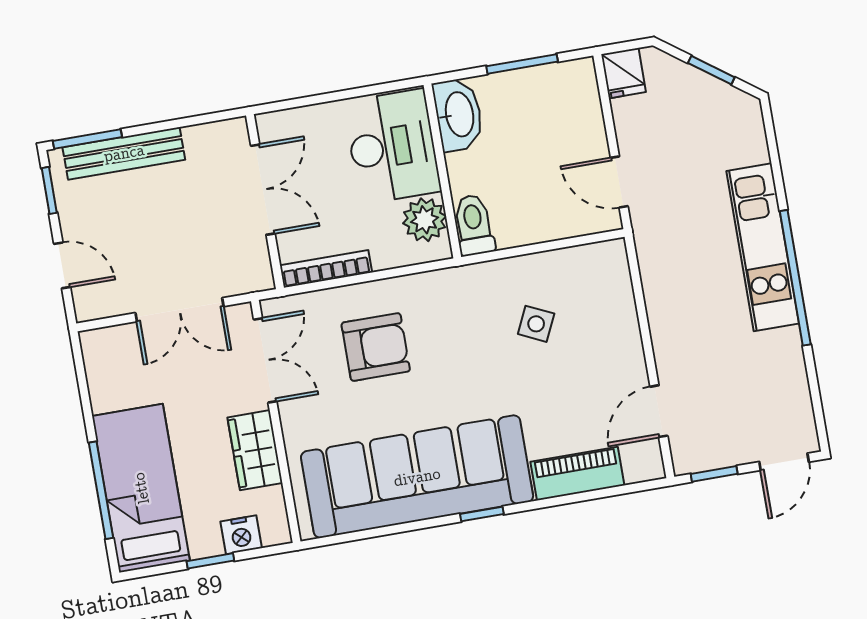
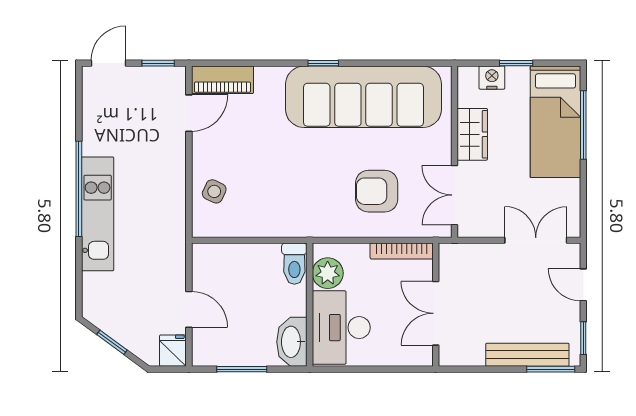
door: (619, 182) -> (189, 309), moved
double door: (179, 310) -> (536, 240), moved
side table: (536, 324) -> (214, 191), moved
piano: (577, 474) -> (222, 80), moved

